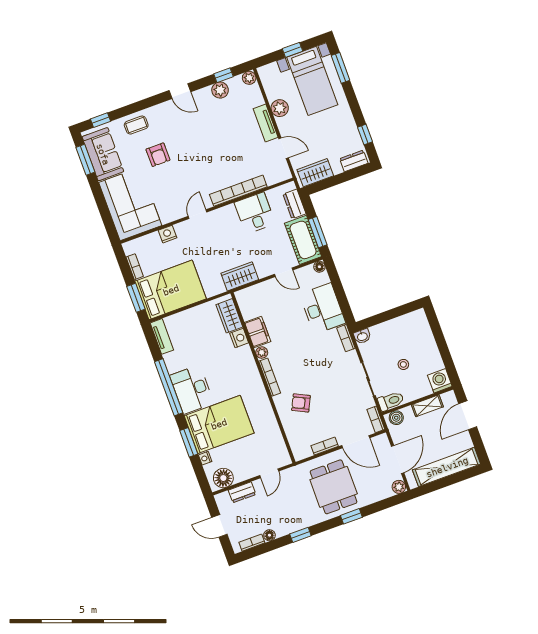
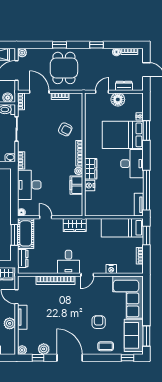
door: (180, 91) -> (70, 358), width x1.87
desk: (255, 213) -> (68, 262), moved
bed: (171, 290) -> (122, 228), width x0.67
wardrobe: (229, 316) -> (91, 169), moved
window: (169, 387) -> (146, 190), moved
floor lamp: (223, 478) -> (118, 99), moved

